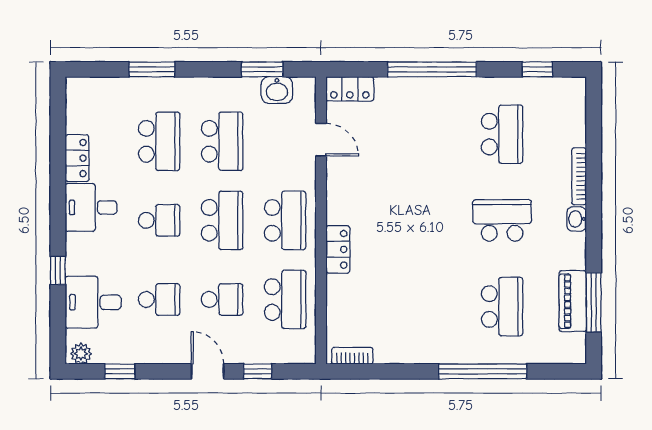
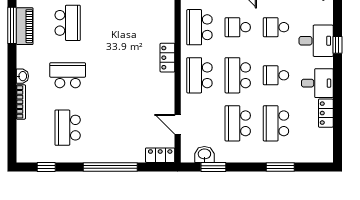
school desk: (502, 220) -> (68, 75), turned 180
desk: (93, 302) -> (316, 41), moved
school desk: (502, 307) -> (68, 23), turned 180

